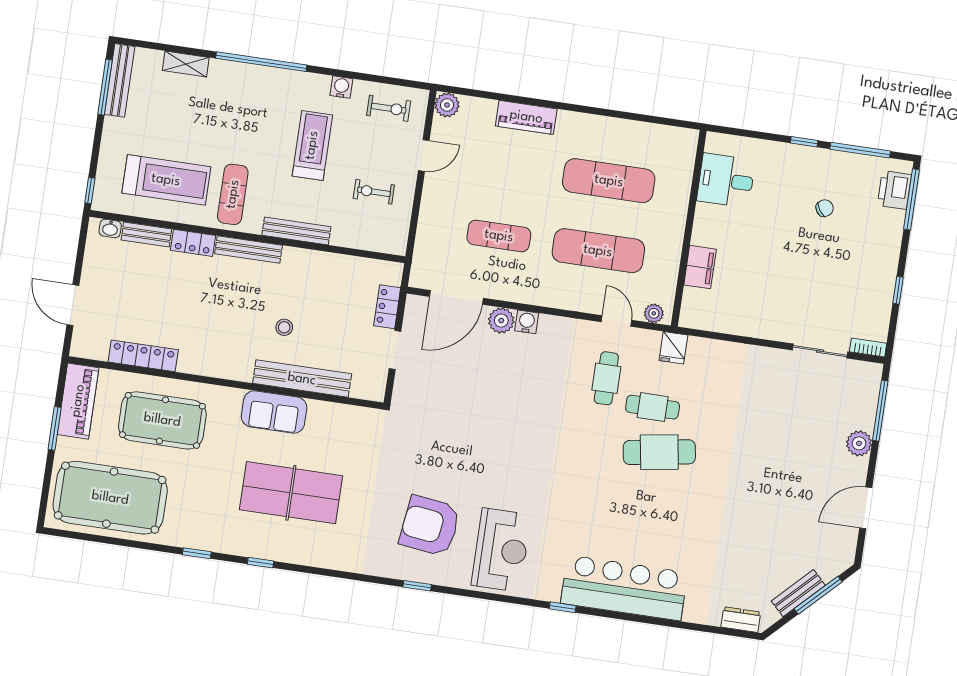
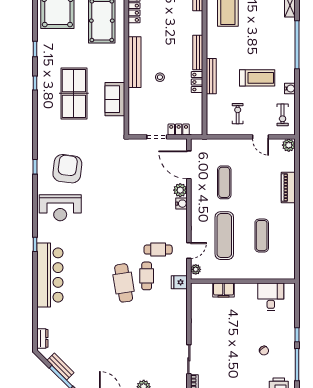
exercise mat: (609, 181) -> (262, 236), width x0.73, depth x0.69
exercise mat: (233, 194) -> (225, 40), removed
locker: (193, 243) -> (197, 82), moved
bench: (302, 379) -> (134, 62), moved
sofa: (274, 412) -> (115, 99), moved

